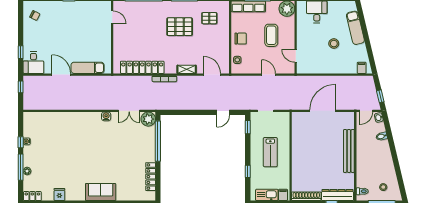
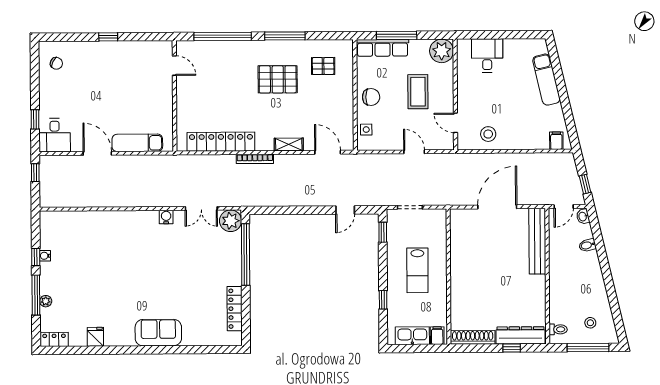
stool: (334, 44) -> (488, 134), moved
bench: (349, 151) -> (537, 241), moved

